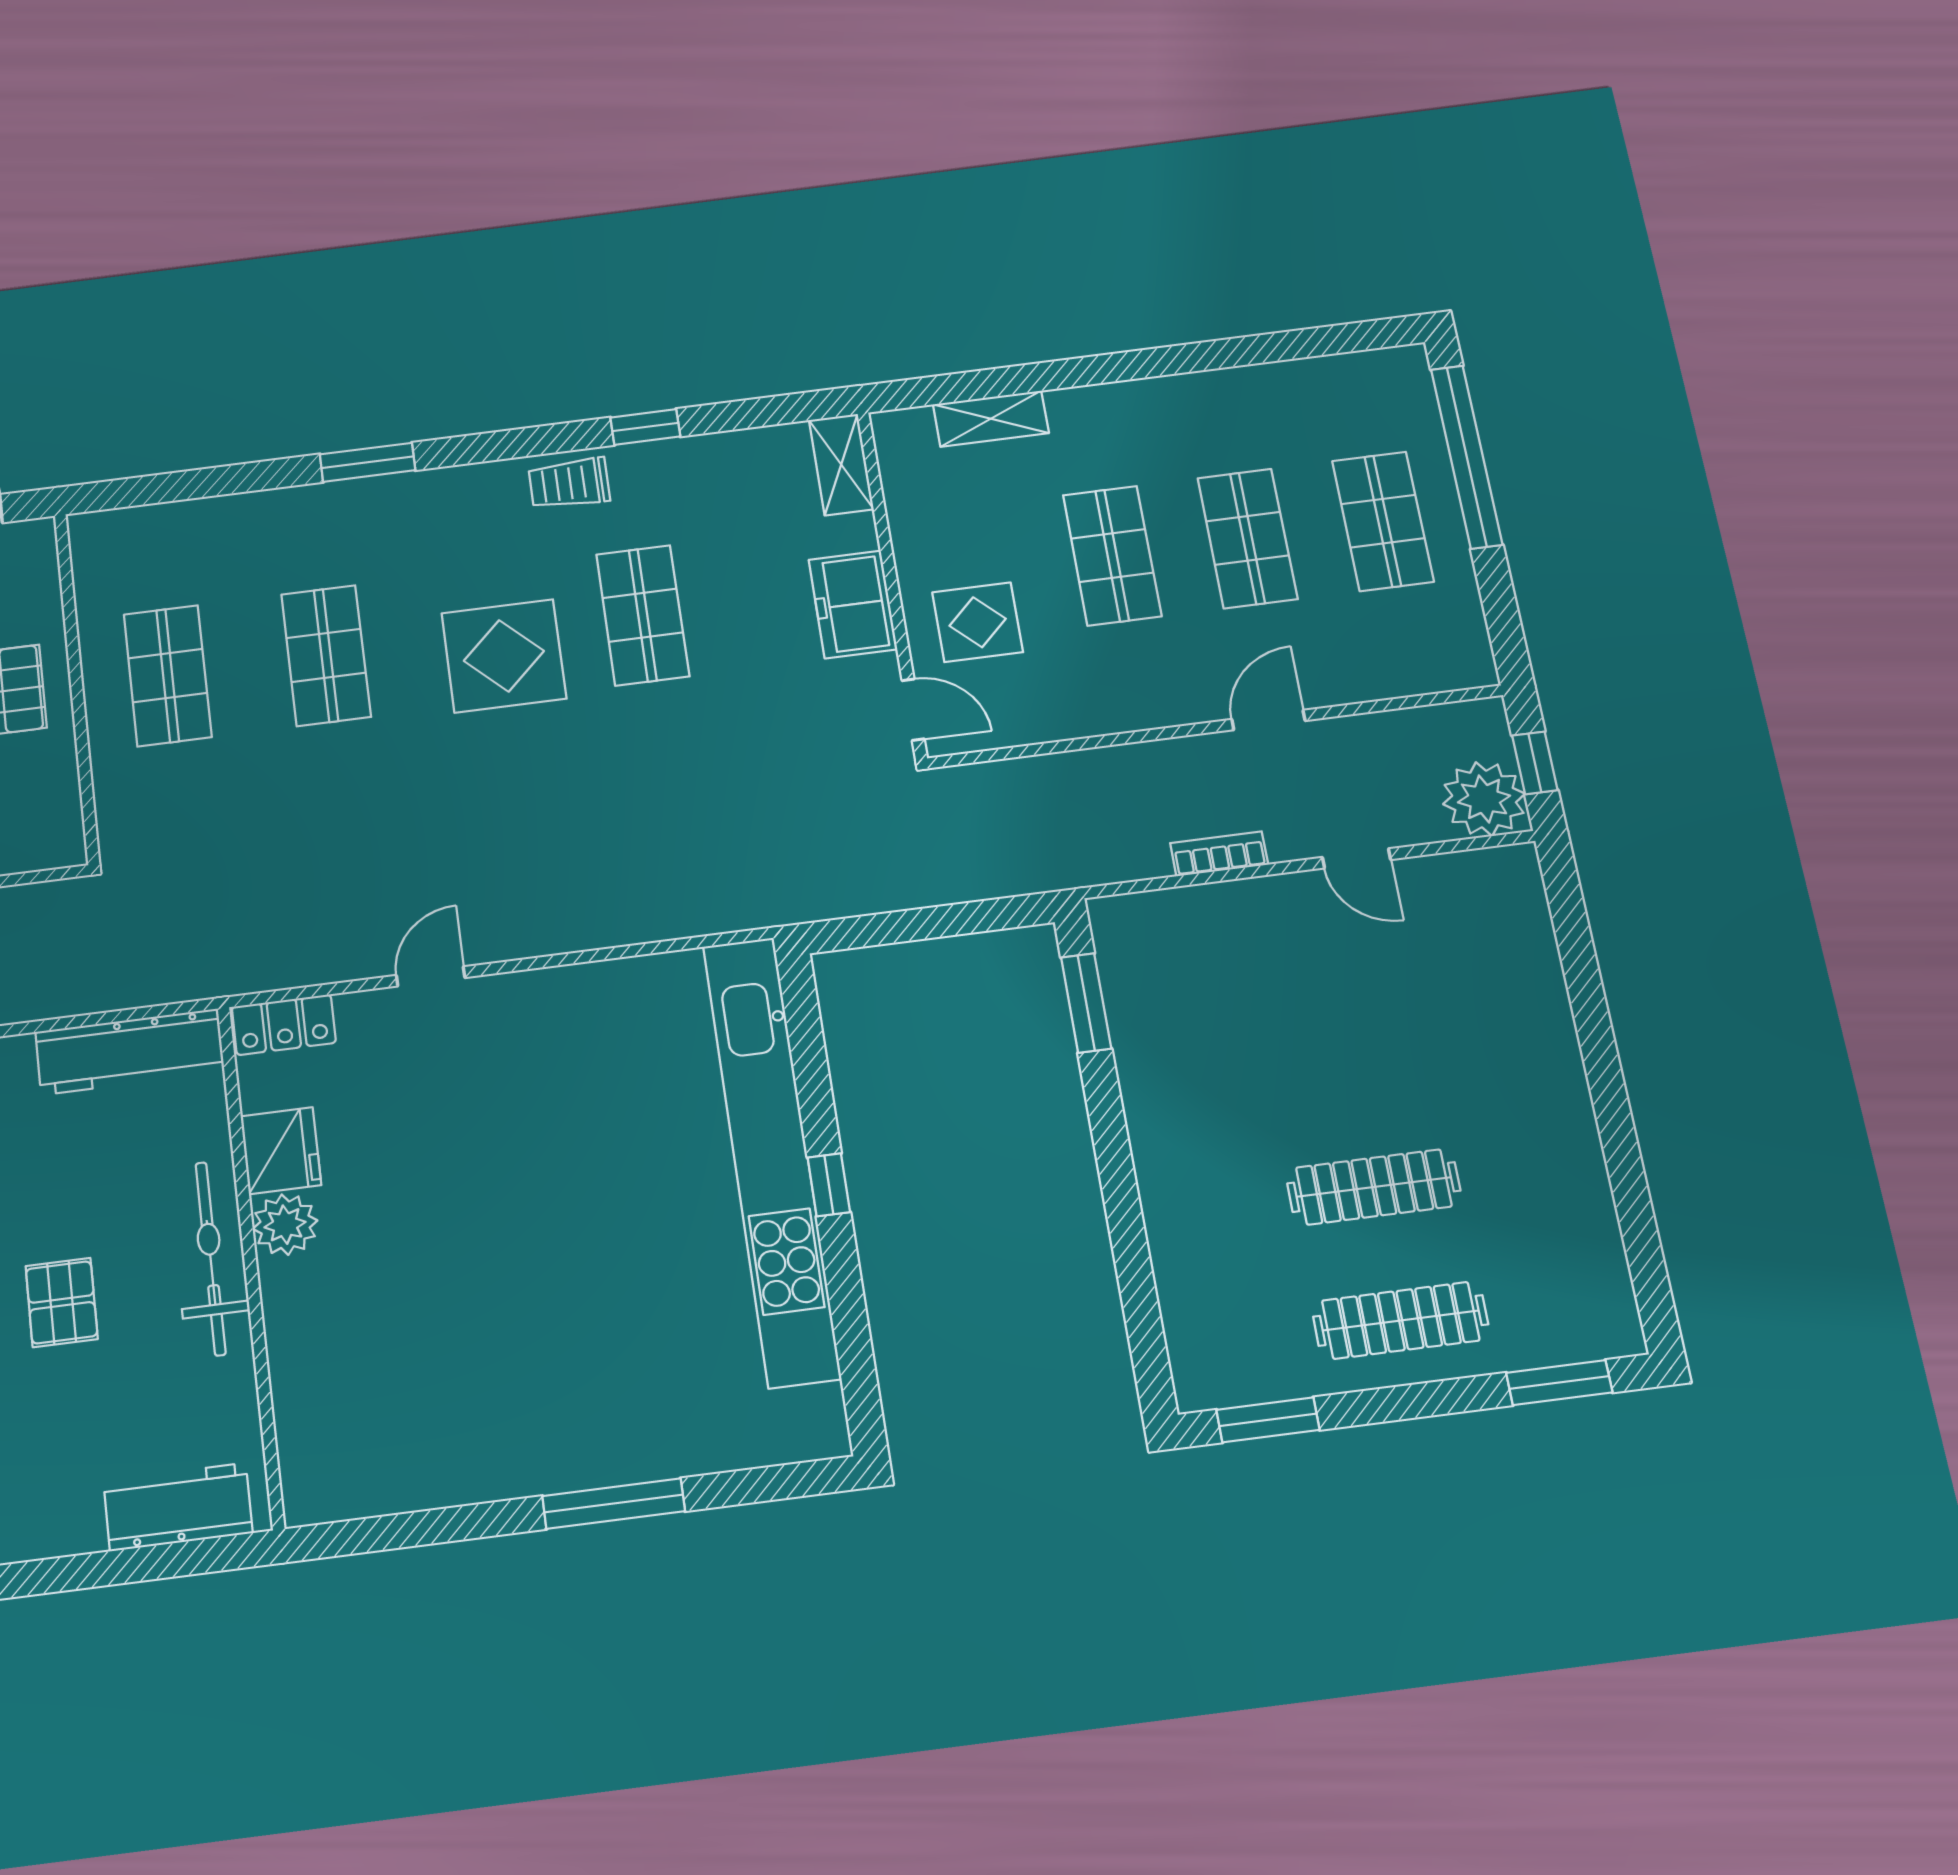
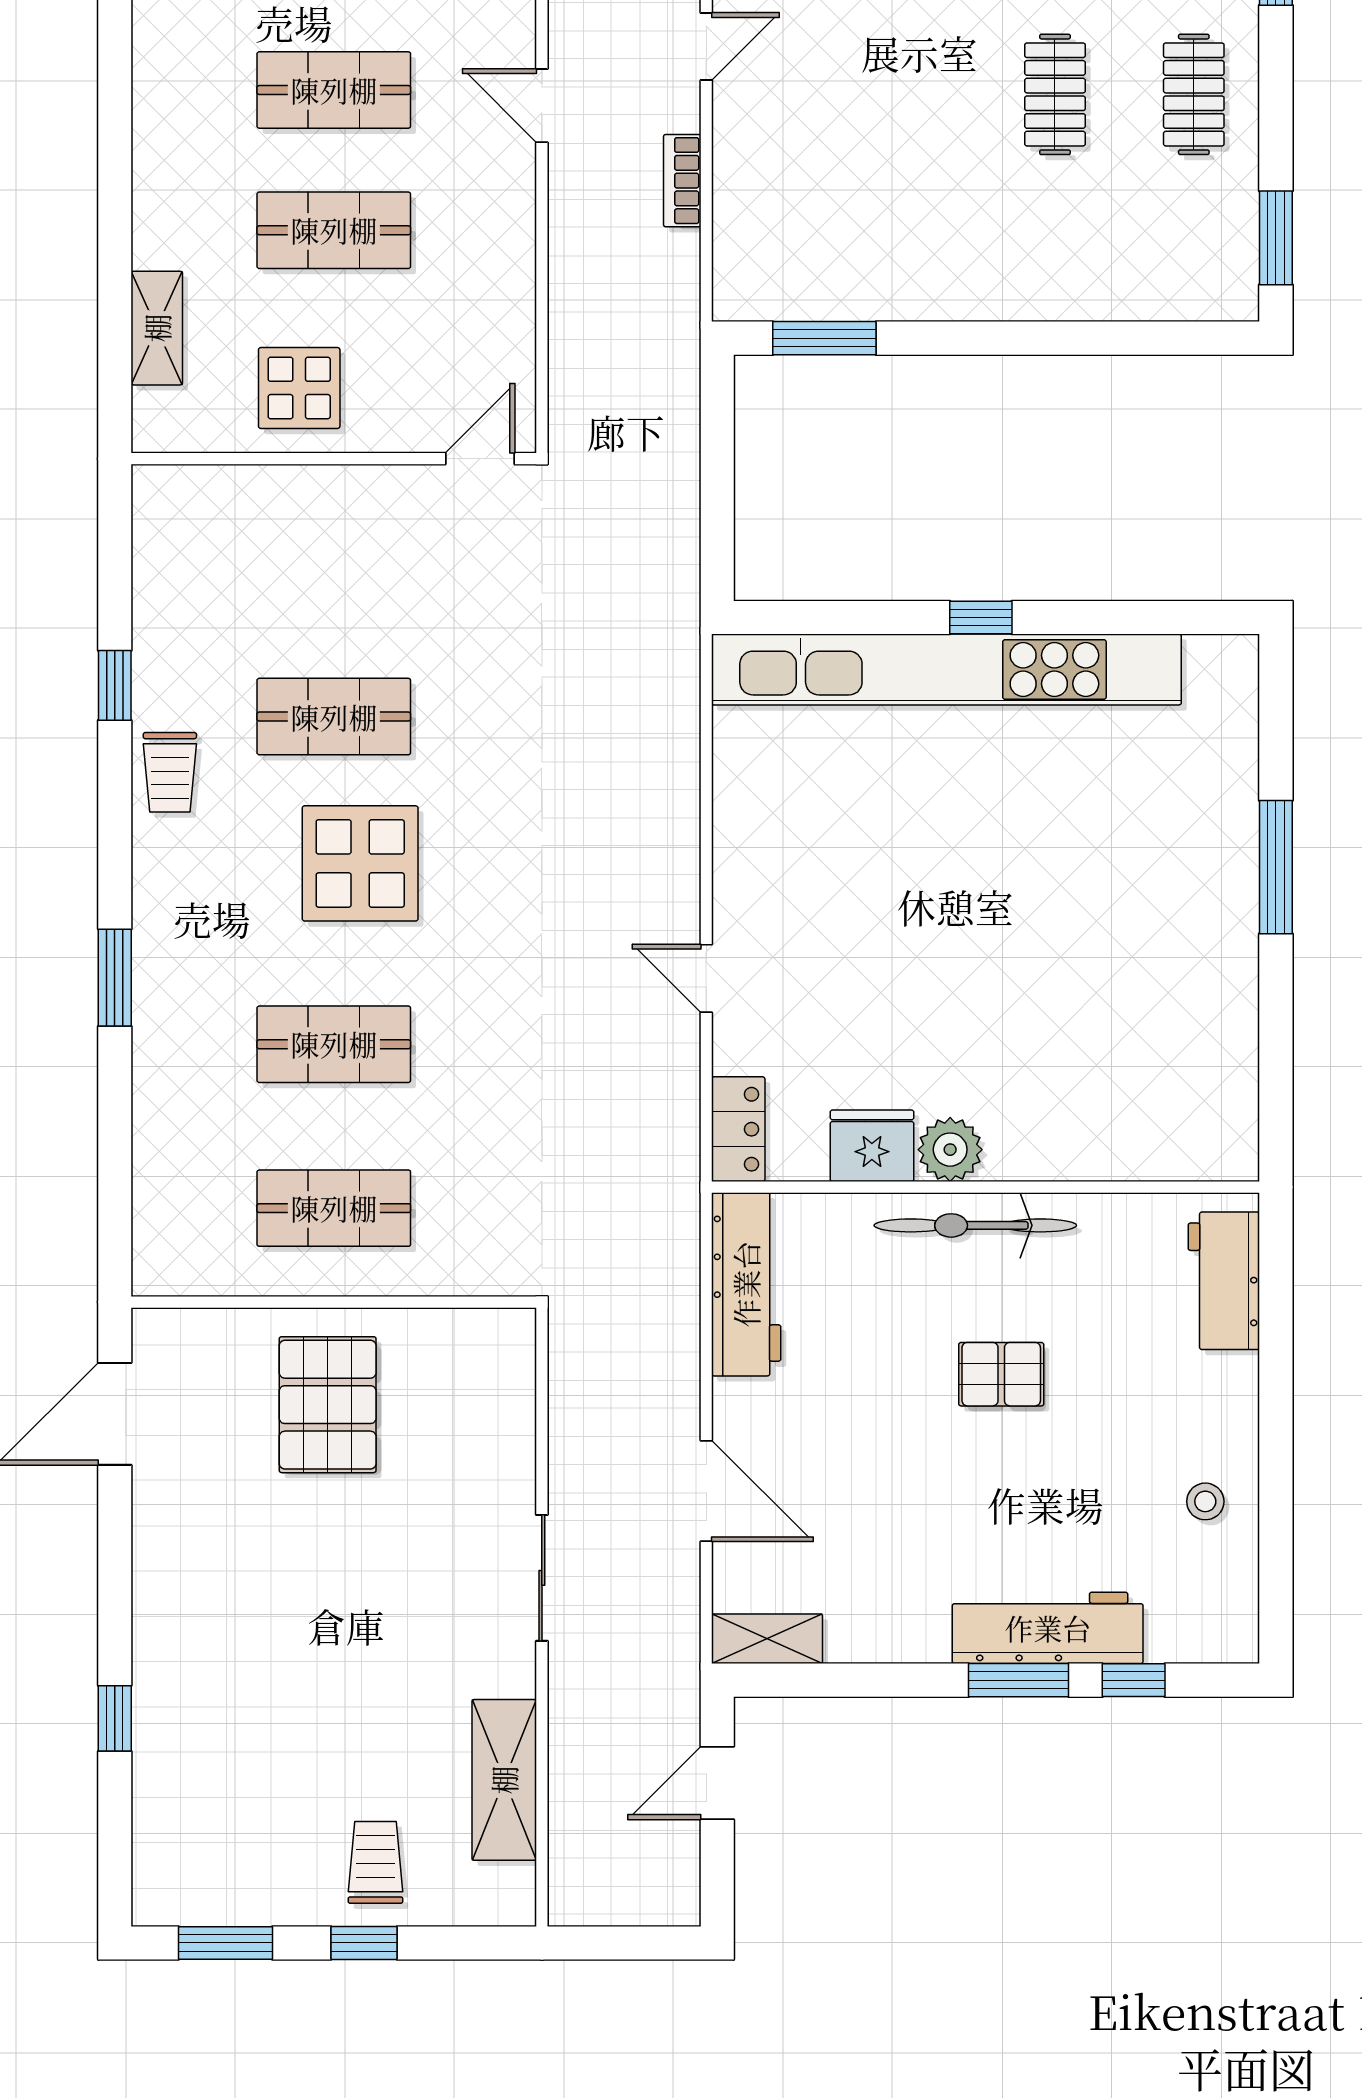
shelving: (841, 465) -> (188, 490), removed
freezer: (853, 604) -> (352, 502), removed
display table: (978, 622) -> (299, 388), moved
clothes rail: (1374, 1187) -> (1055, 94), width x0.73
clothes rail: (1401, 1320) -> (1194, 94), width x0.73

